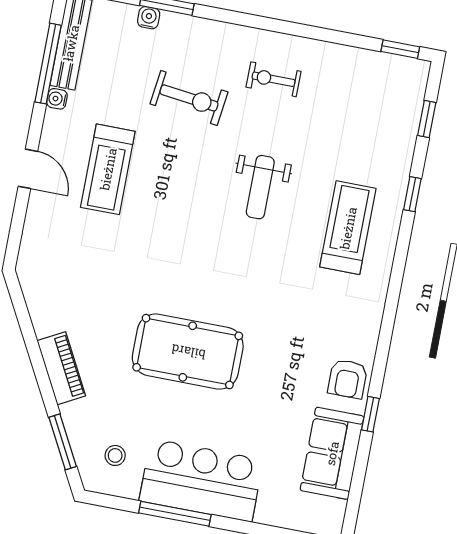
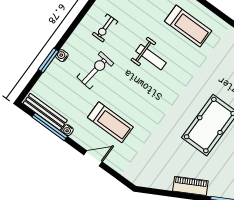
water cooler: (149, 18) -> (62, 56), moved
treadmill: (348, 228) -> (188, 26), turned 180

